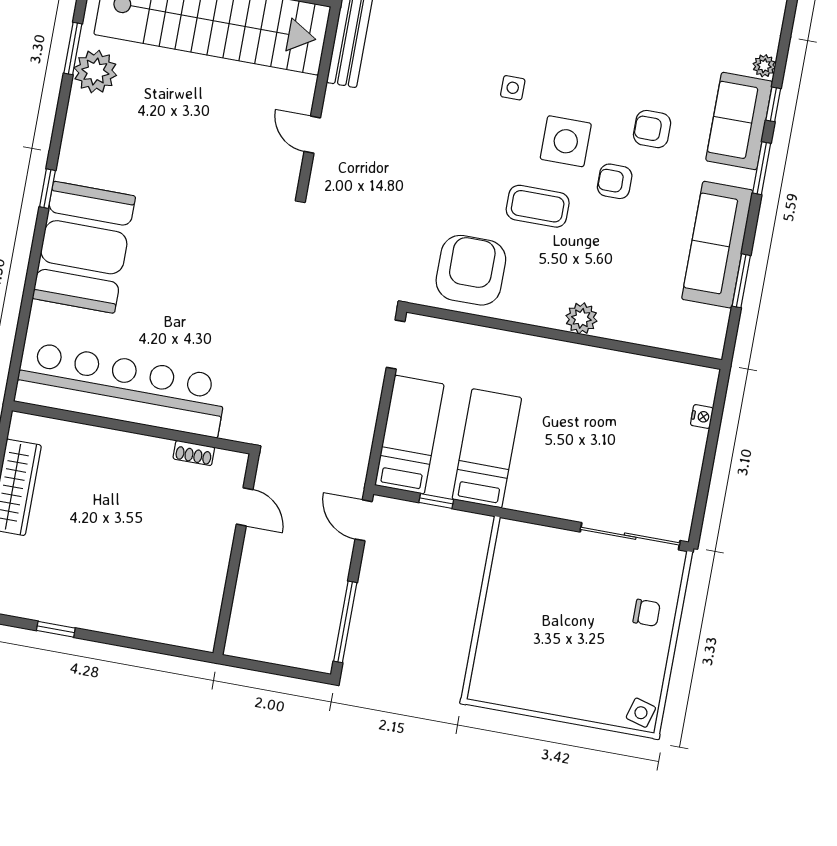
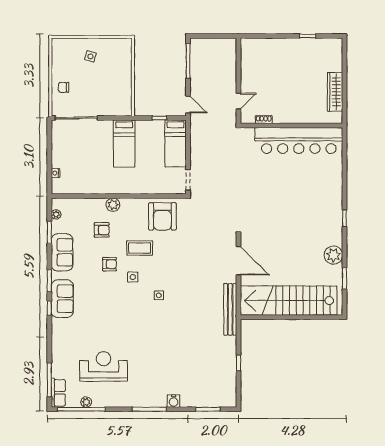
plant: (764, 66) -> (56, 214), moved
plant: (95, 72) -> (333, 255), moved
armchair: (652, 129) -> (102, 230), moved
door: (312, 135) -> (239, 261), width x1.88
side table: (566, 141) -> (133, 277), width x0.54, depth x0.54
sofa: (717, 245) -> (62, 252), width x0.73
booth: (84, 247) -> (325, 197), removed
bed: (487, 448) -> (124, 144), moved
door: (245, 507) -> (239, 101), swing flipped
side table: (641, 713) -> (90, 56), moved

